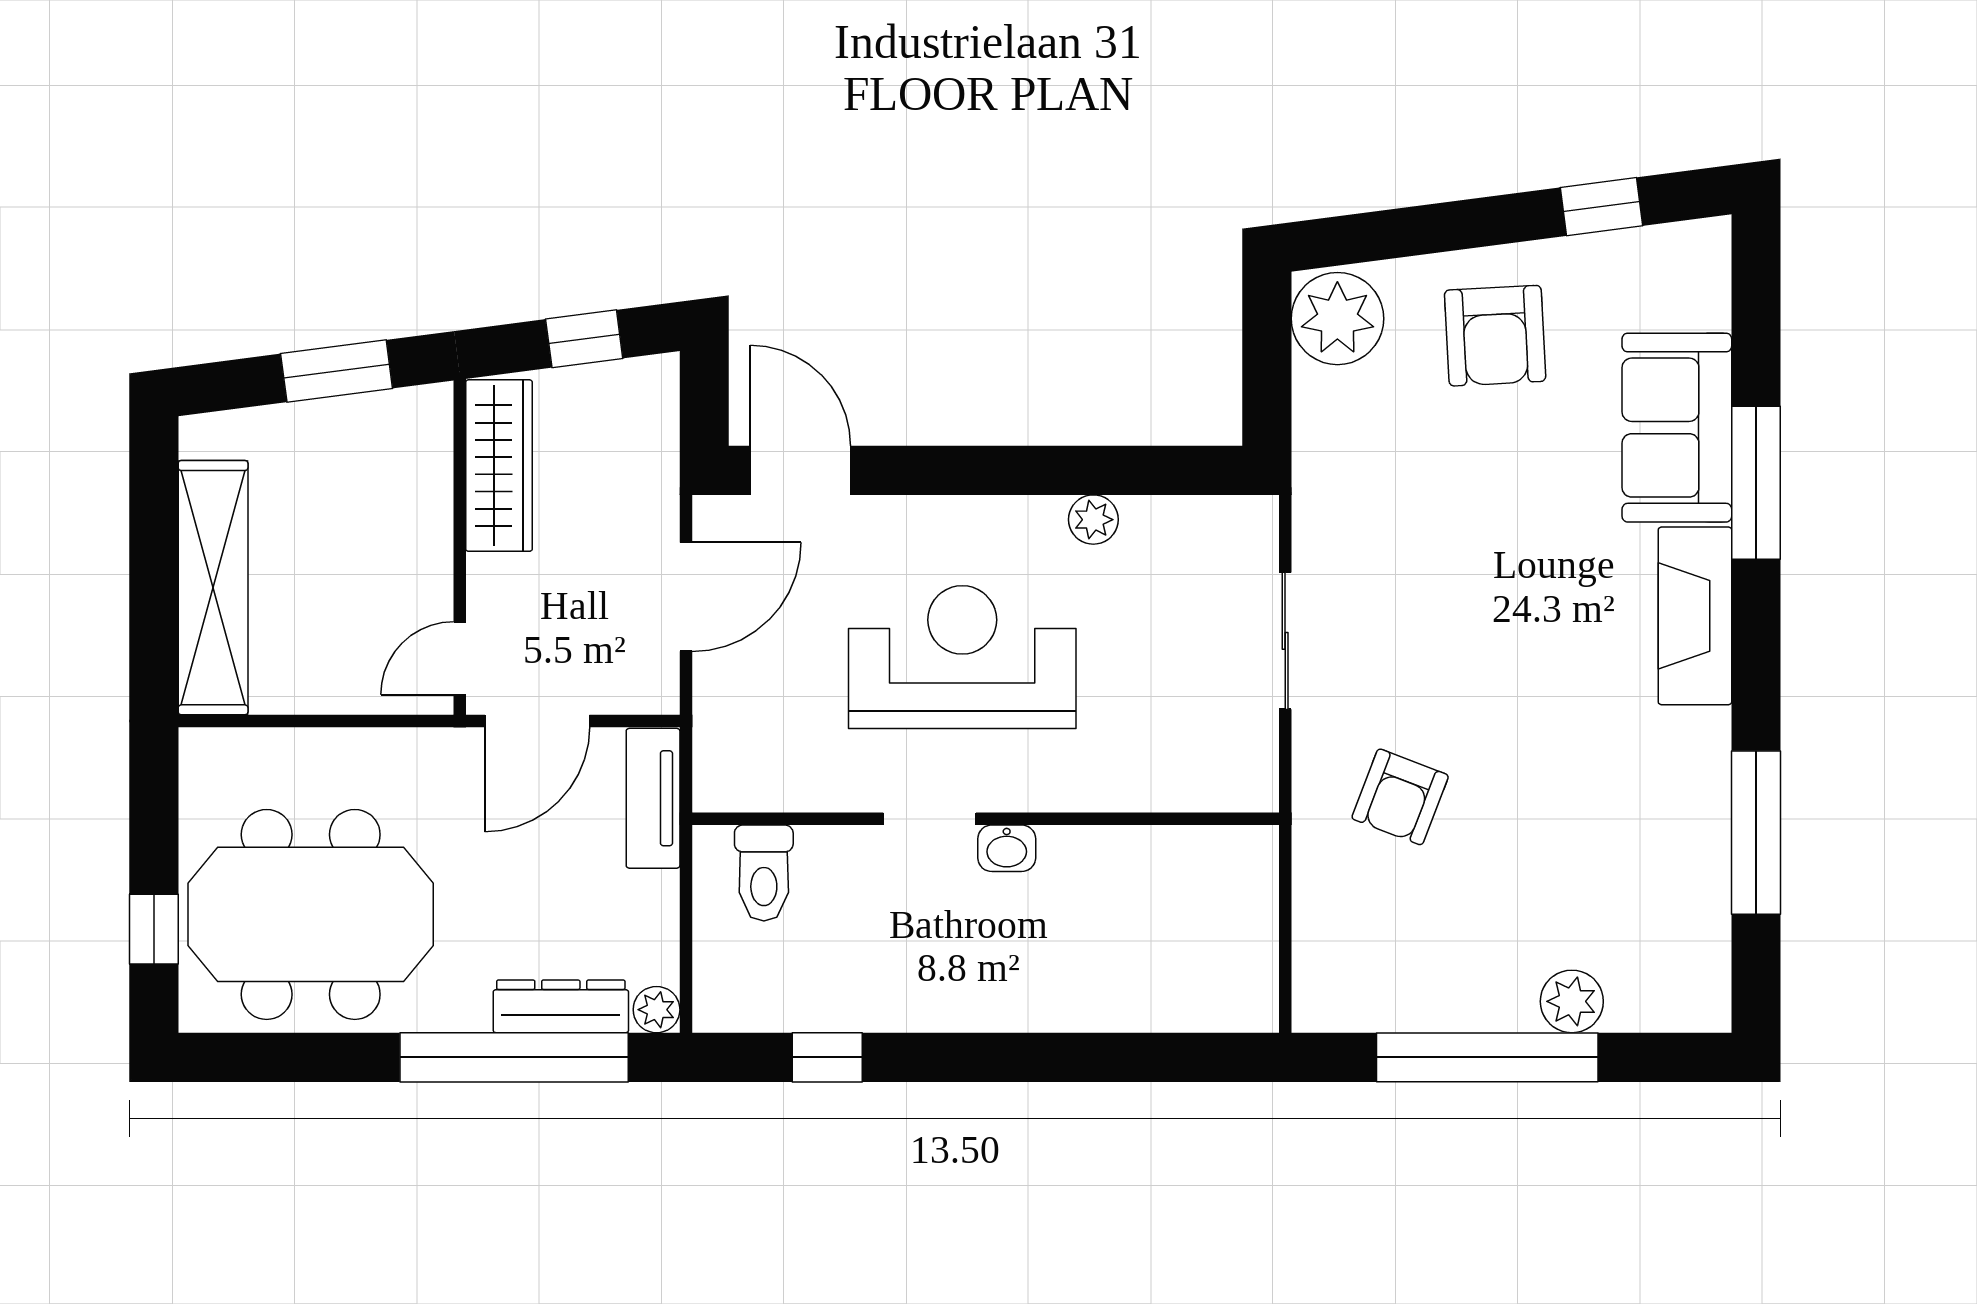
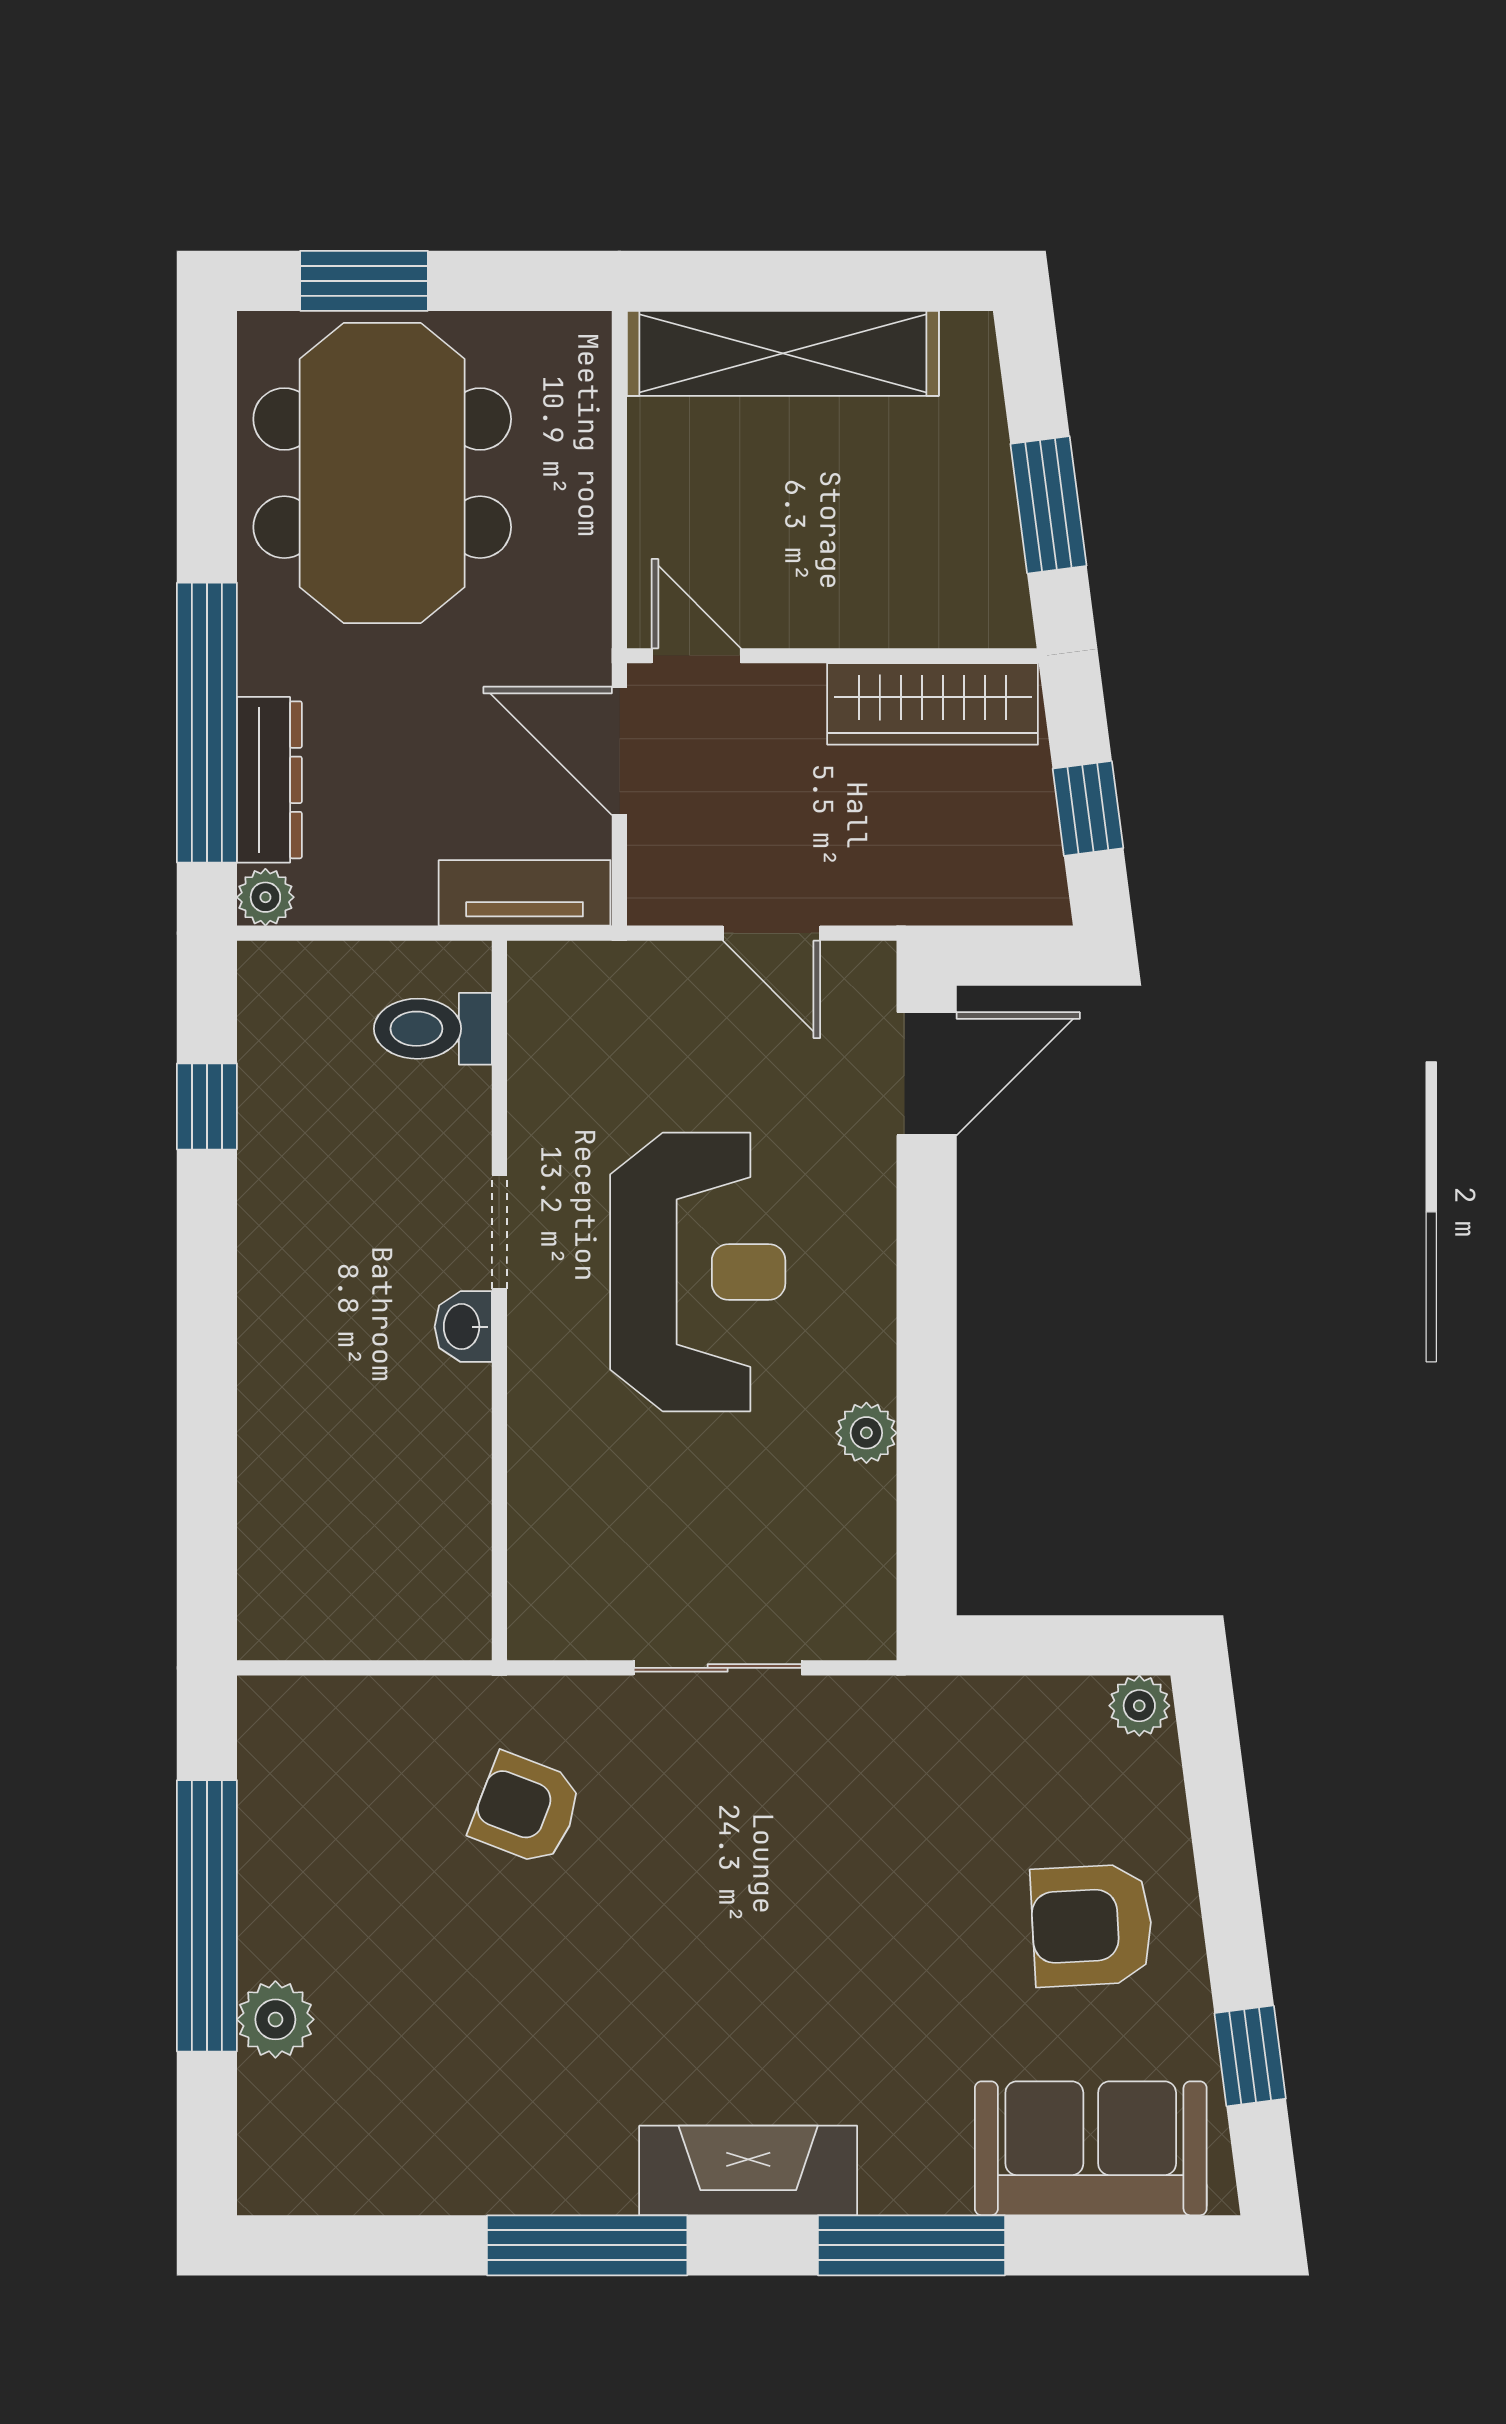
plant: (1337, 319) -> (1139, 1706), width x0.53, depth x0.53
sofa: (1677, 428) -> (1091, 2148), moved
door: (686, 597) -> (771, 933), width x0.73
window: (1756, 833) -> (587, 2245), moved
window: (154, 929) -> (364, 281), width x1.50

